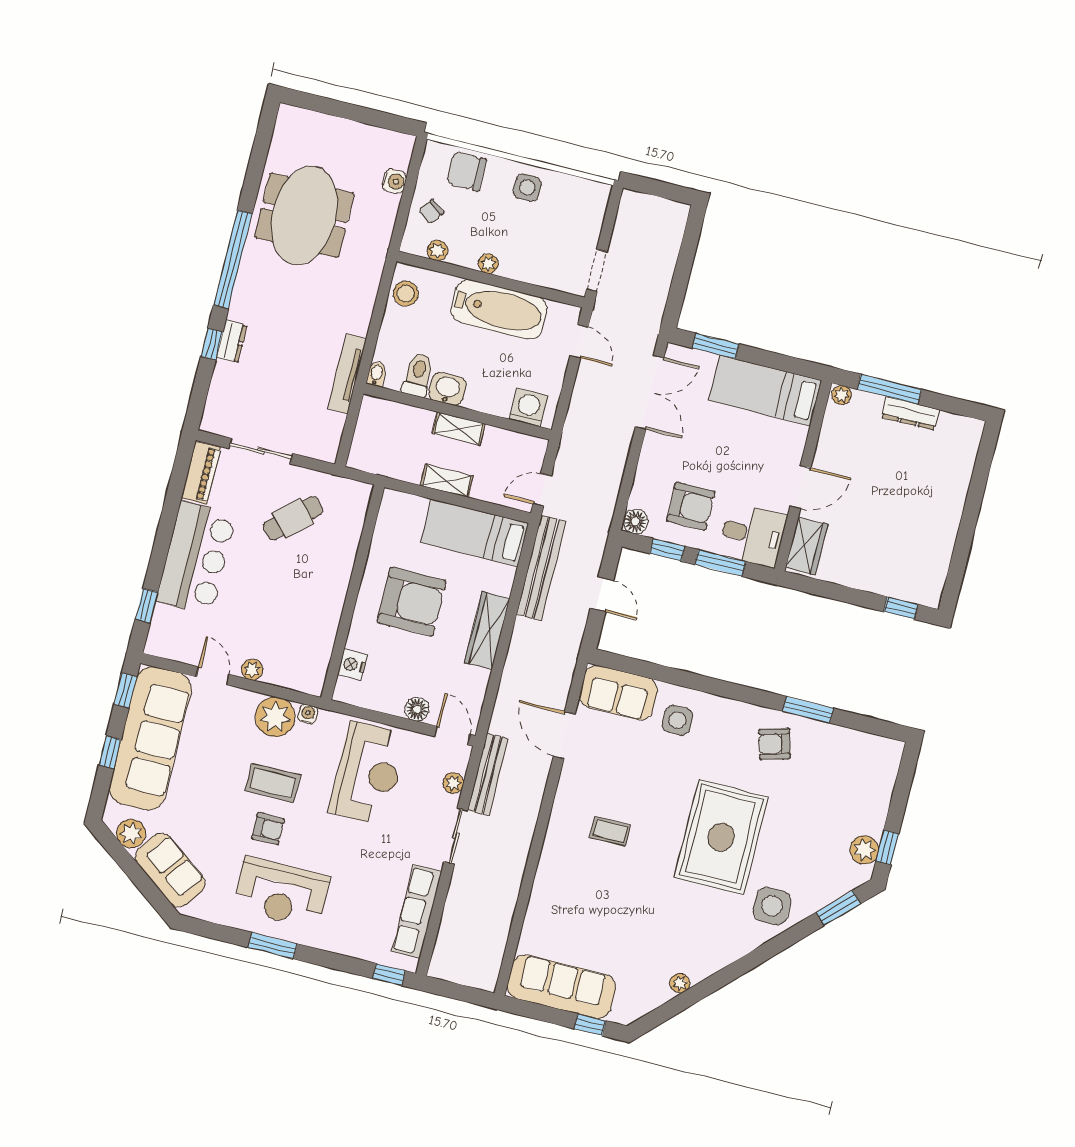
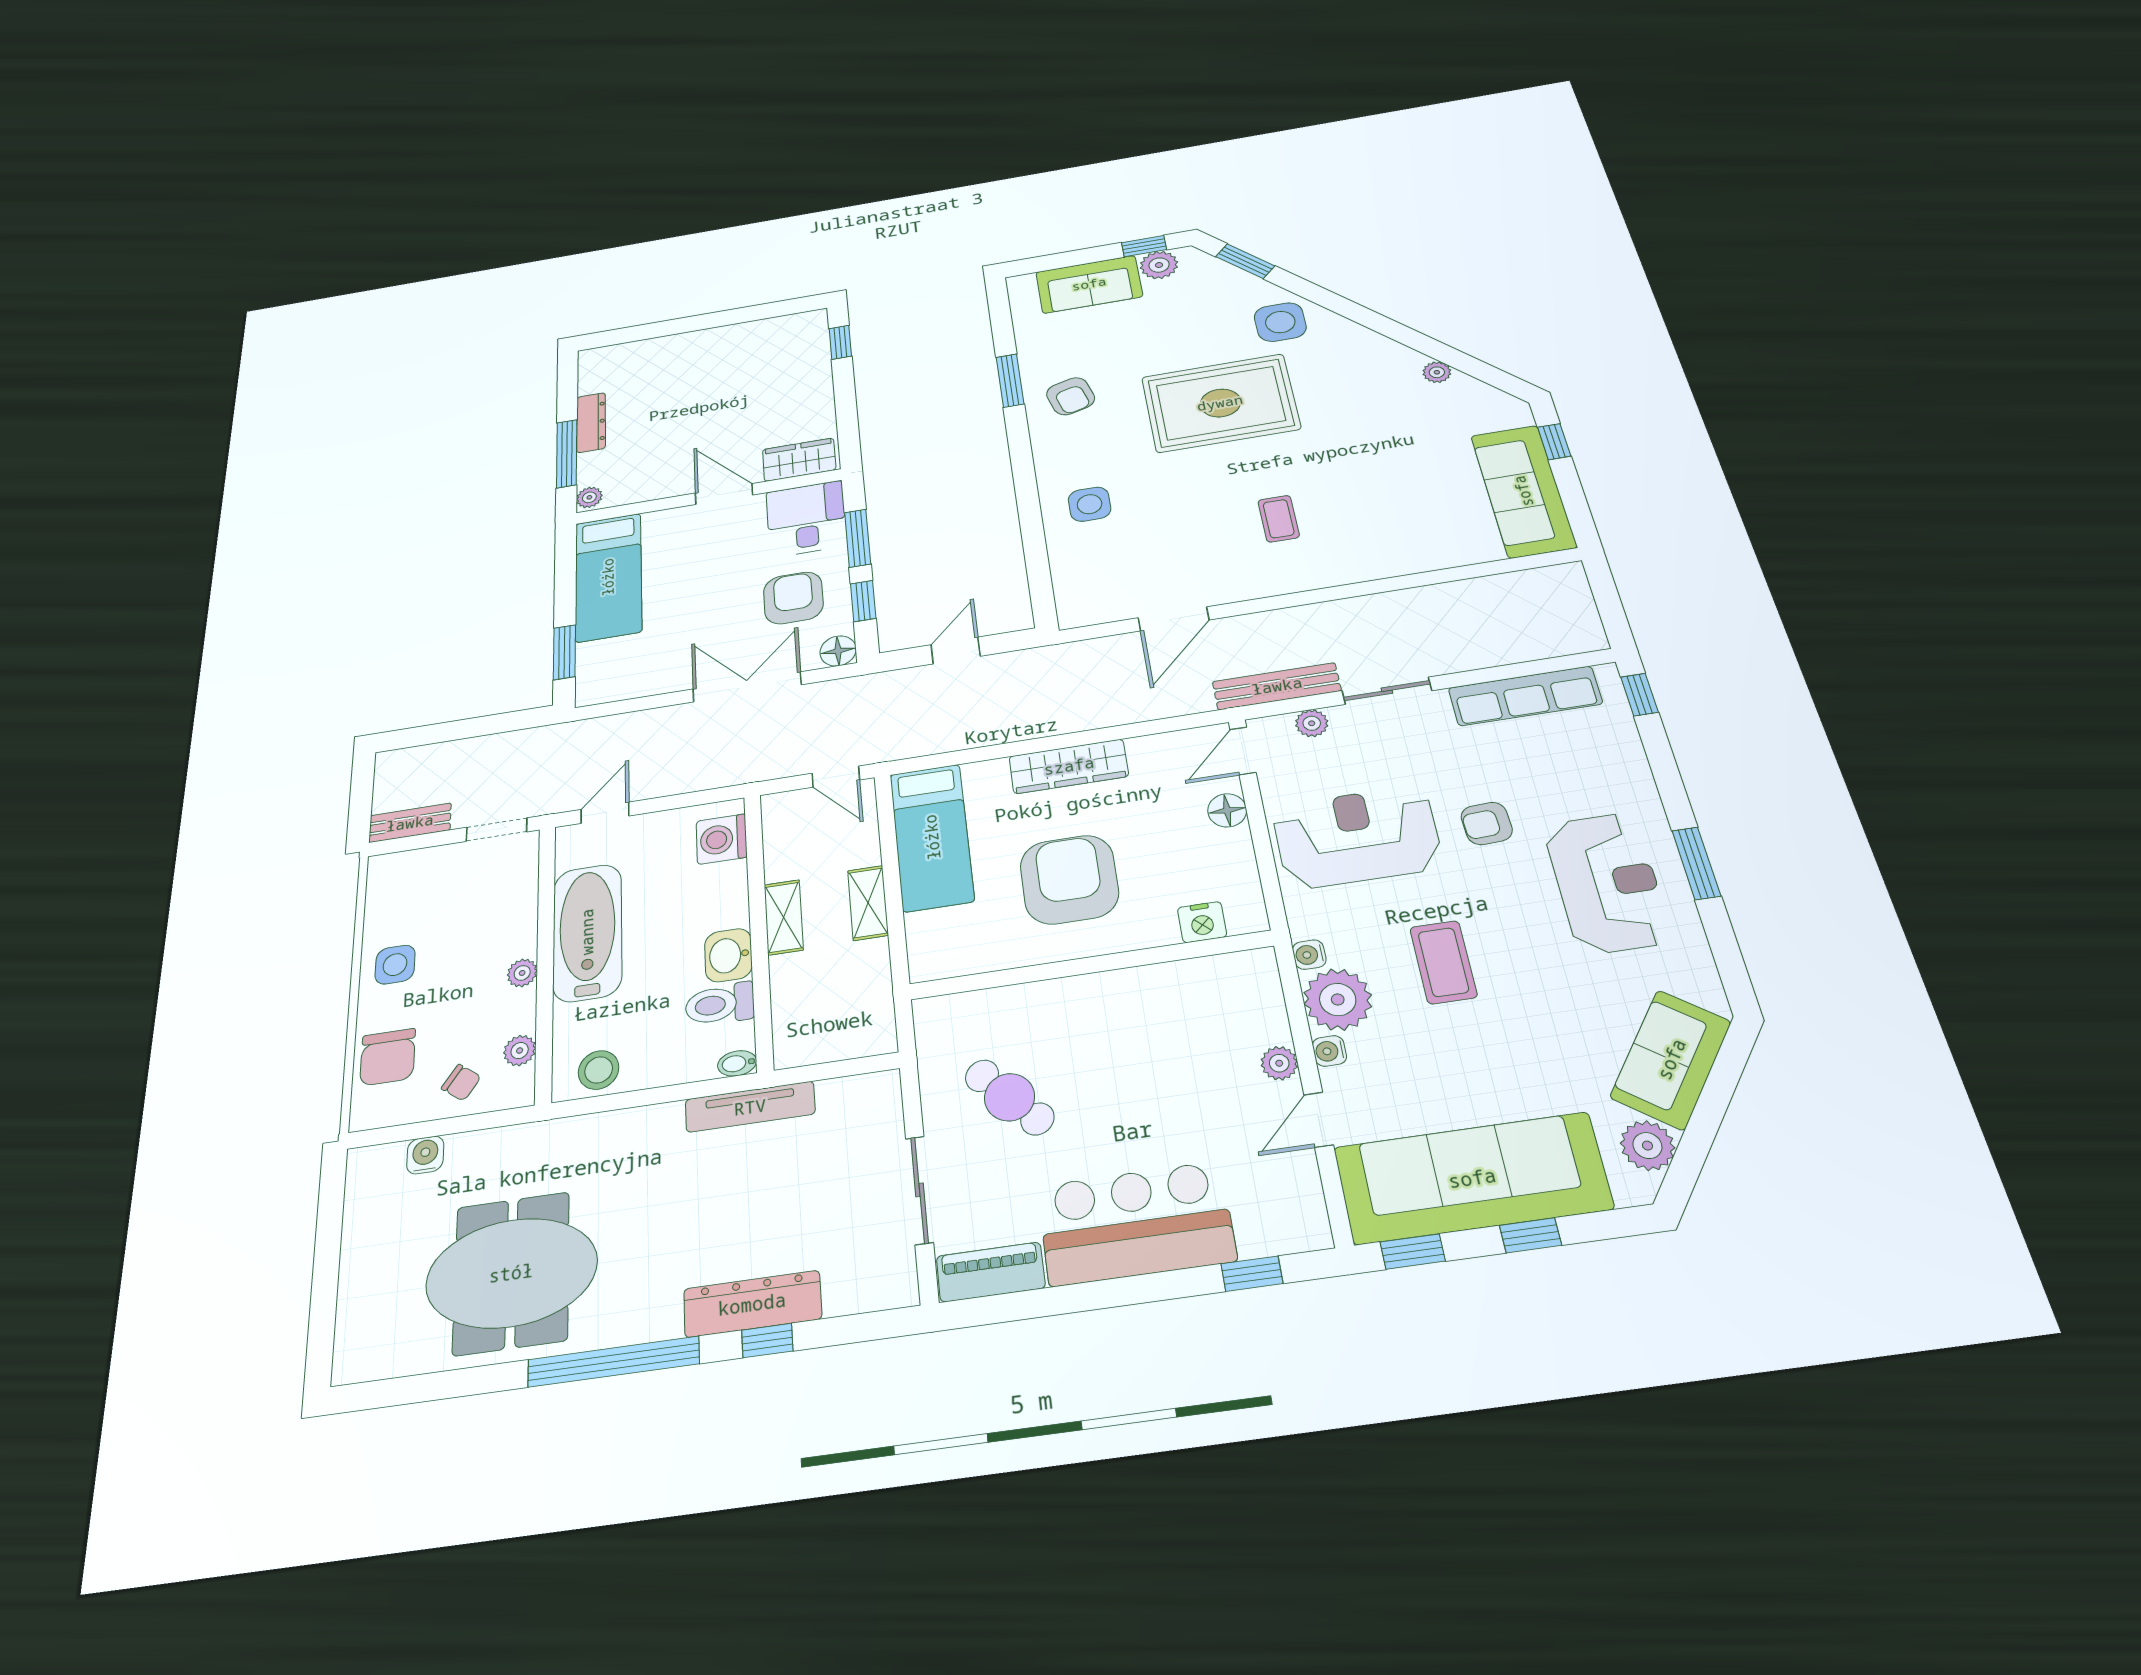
dresser: (232, 341) -> (752, 1304), width x1.96, depth x1.24
double door: (650, 392) -> (747, 687), moved
bench: (541, 568) -> (410, 823), moved, width x0.54, depth x0.82
sofa: (619, 693) -> (1089, 284), moved, turned 90
water cooler: (248, 699) -> (1329, 1051), added
armchair: (268, 829) -> (1487, 823), moved, turned -93

